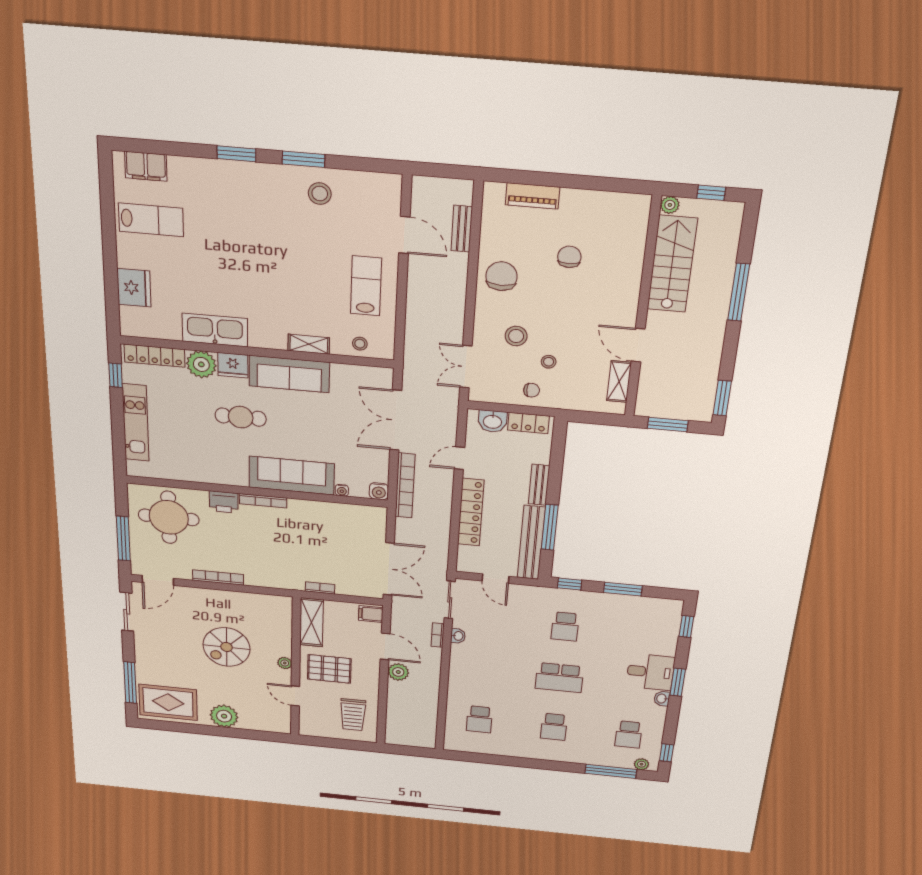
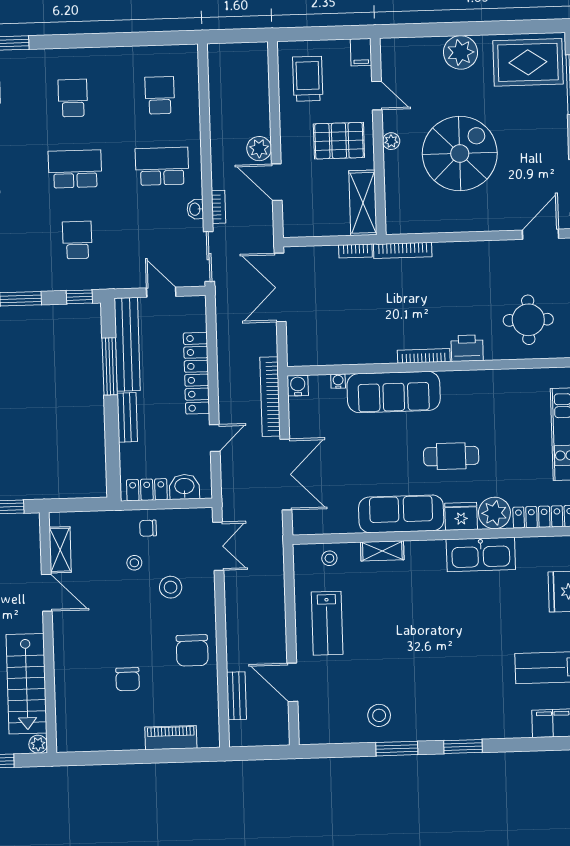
round table: (169, 517) -> (528, 320), width x0.73, depth x0.73
bookcase: (218, 578) -> (403, 250), moved
filing cabinet: (371, 614) -> (361, 52), moved, turned 90
spiral stairs: (227, 647) -> (460, 154), width x1.37, depth x1.37
school desk: (484, 670) -> (162, 166), added

